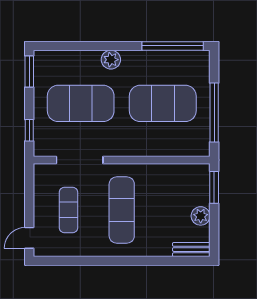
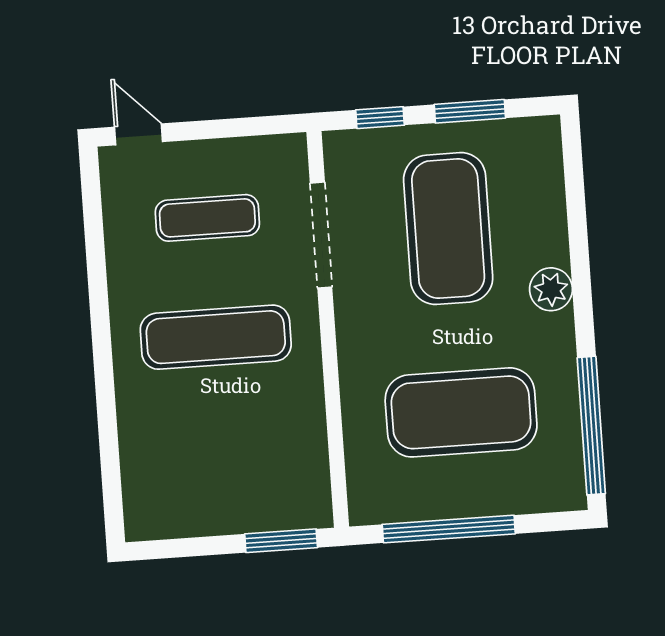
window: (29, 72) -> (470, 111), moved
exercise mat: (163, 103) -> (461, 412), turned 90
plant: (201, 216) -> (215, 515), removed
bench: (191, 250) -> (138, 499), removed

